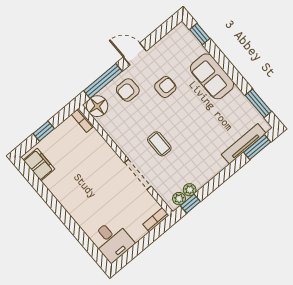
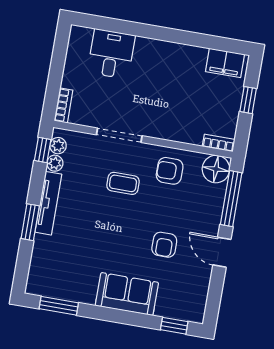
door: (135, 54) -> (222, 252), swing flipped
armchair: (128, 90) -> (170, 171), moved, turned -90
tv unit: (244, 144) -> (48, 203), moved
window: (257, 147) -> (30, 222), moved
desk: (112, 241) -> (111, 54), moved, turned 90

